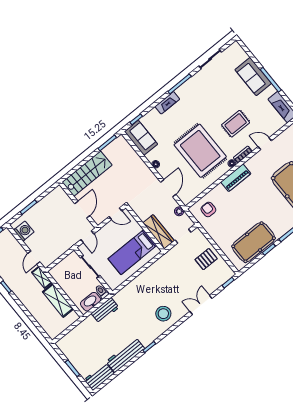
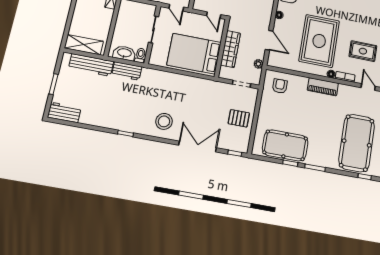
door: (168, 188) -> (269, 40), hinge flipped
wardrobe: (159, 232) -> (230, 49), moved
door: (87, 237) -> (176, 8), hinge flipped
bed: (132, 252) -> (194, 54), width x1.50
shelving: (58, 300) -> (84, 45), moved, turned 90
double door: (201, 305) -> (197, 146), width x1.37
workbench: (125, 355) -> (91, 65), moved, turned 180

